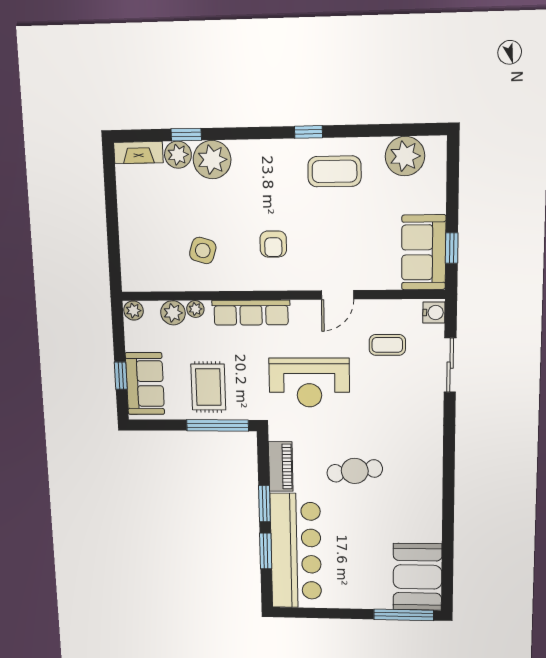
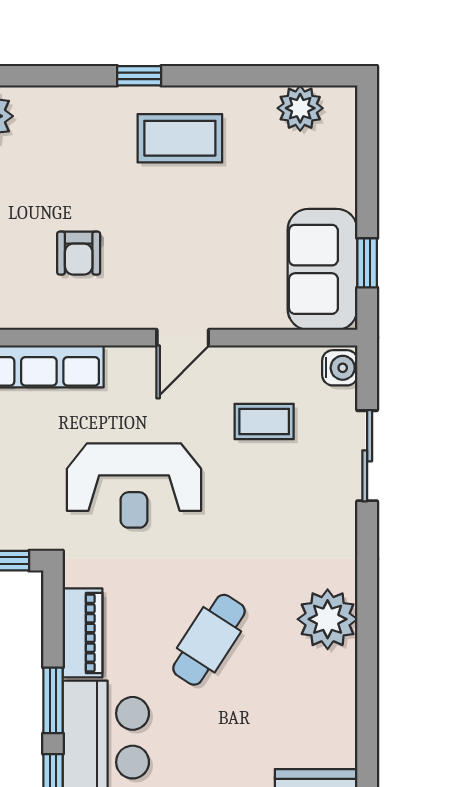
plant: (405, 156) -> (300, 108), width x0.73, depth x0.73
plant: (425, 460) -> (328, 619), added
cafe table: (355, 471) -> (209, 640), turned -49

